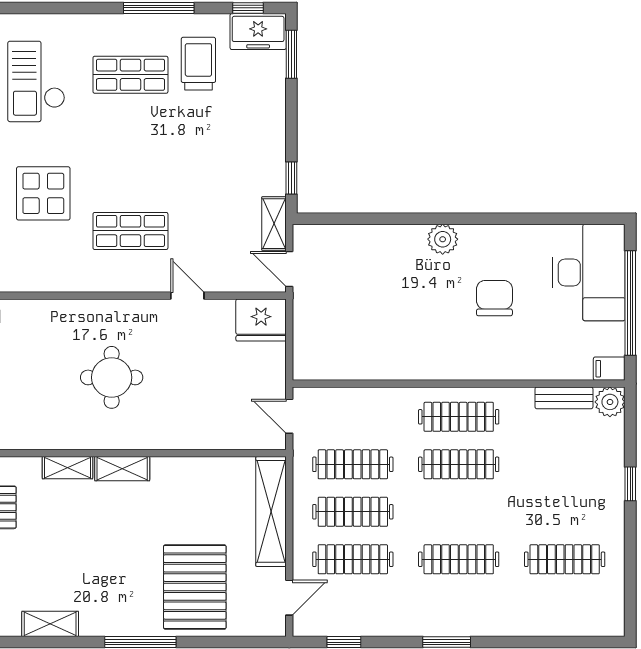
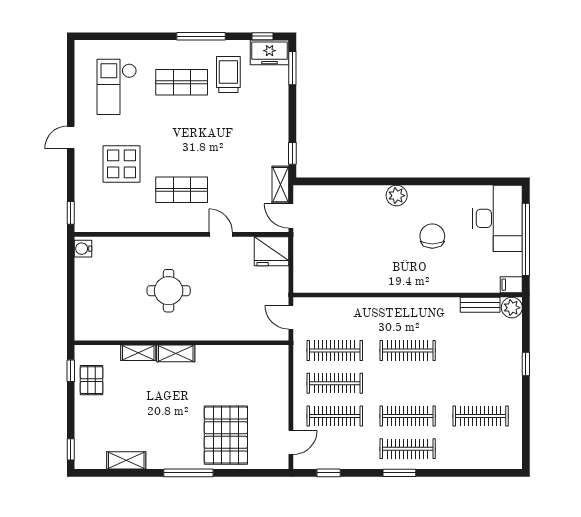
clothes rail: (459, 417) -> (408, 449), moved
shelving: (271, 511) -> (278, 383), removed

